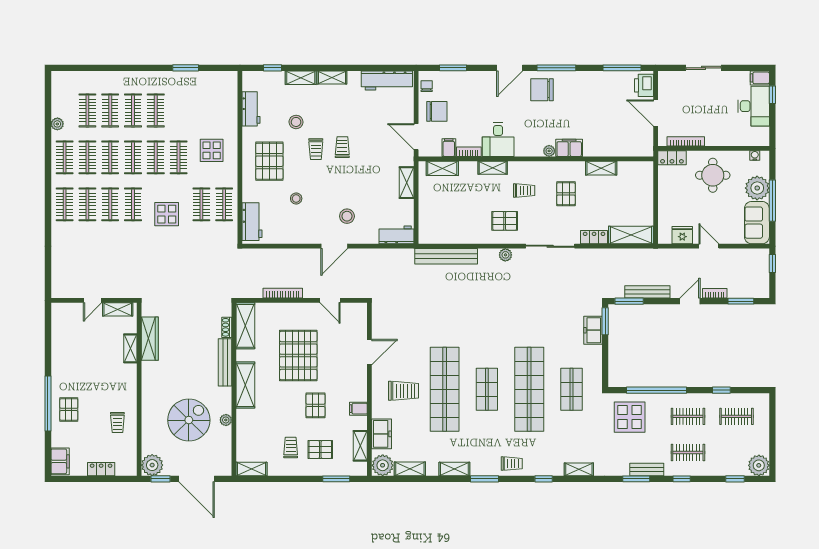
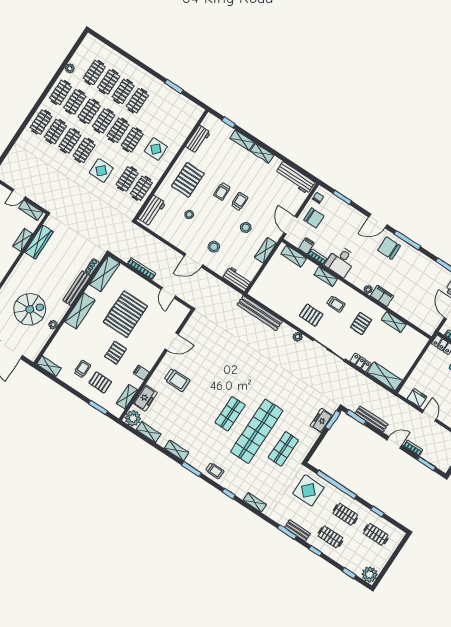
stool: (296, 122) -> (246, 227), moved
shop shelf: (445, 389) -> (204, 396), removed

